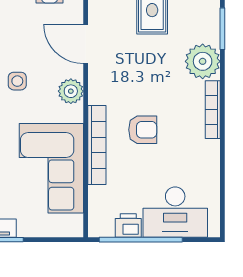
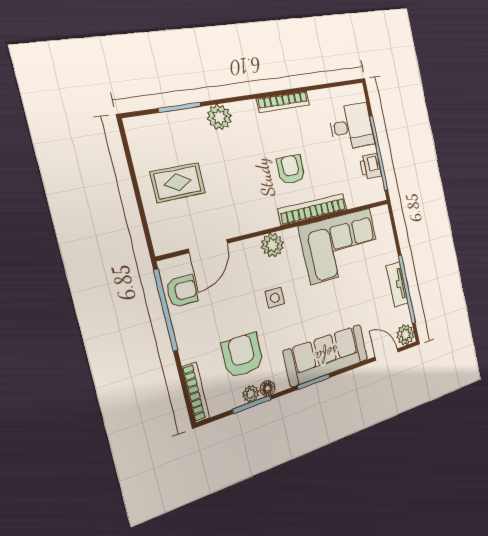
door: (86, 44) -> (208, 246), moved
plant: (203, 61) -> (219, 117), width x0.73, depth x0.73
bookcase: (213, 110) -> (283, 102), moved
desk: (175, 212) -> (351, 126), width x0.73

